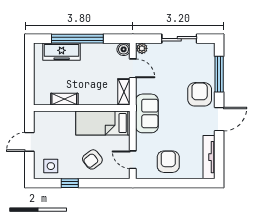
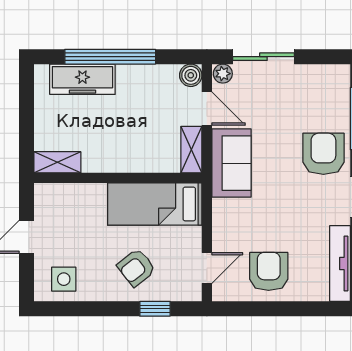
sliding door: (179, 39) -> (263, 57), moved
shelving: (64, 99) -> (57, 162), moved
sofa: (147, 113) -> (232, 163), moved
door: (133, 160) -> (207, 268), swing flipped
window: (70, 183) -> (155, 309), moved

